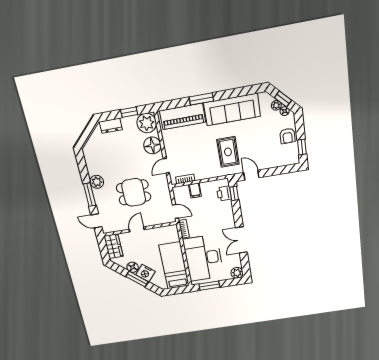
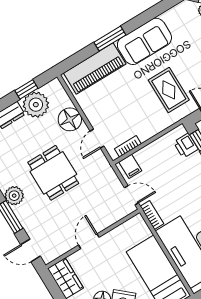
sofa: (232, 110) -> (144, 41), width x0.73
plant: (147, 123) -> (36, 105), moved
filing cabinet: (195, 190) -> (130, 166), moved
dining table: (134, 192) -> (53, 173), moved, turned 90

